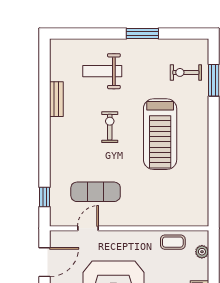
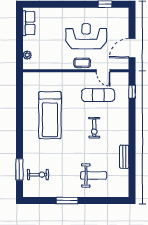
exercise bike: (110, 127) -> (94, 128), moved
treadmill: (160, 134) -> (50, 115), moved, turned 180
door: (88, 228) -> (103, 71), hinge flipped
coffee table: (173, 242) -> (82, 63), moved

